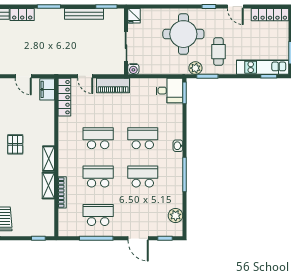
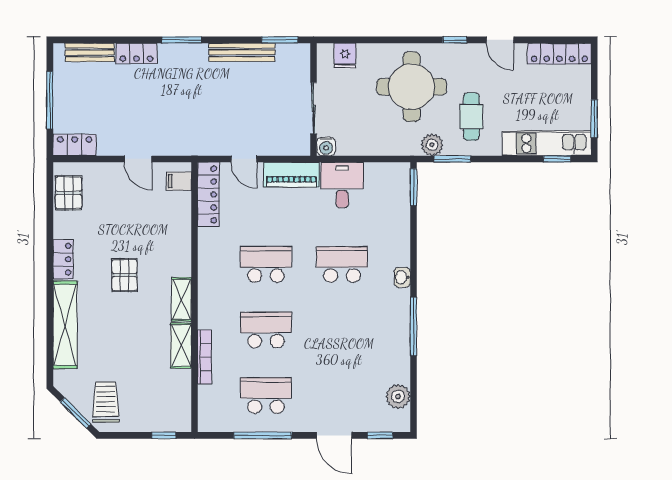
fridge: (134, 16) -> (345, 56), moved
filing cabinet: (47, 89) -> (179, 181), width x0.50
desk: (169, 91) -> (342, 185), moved, turned -90
school desk: (143, 177) -> (342, 330), removed

